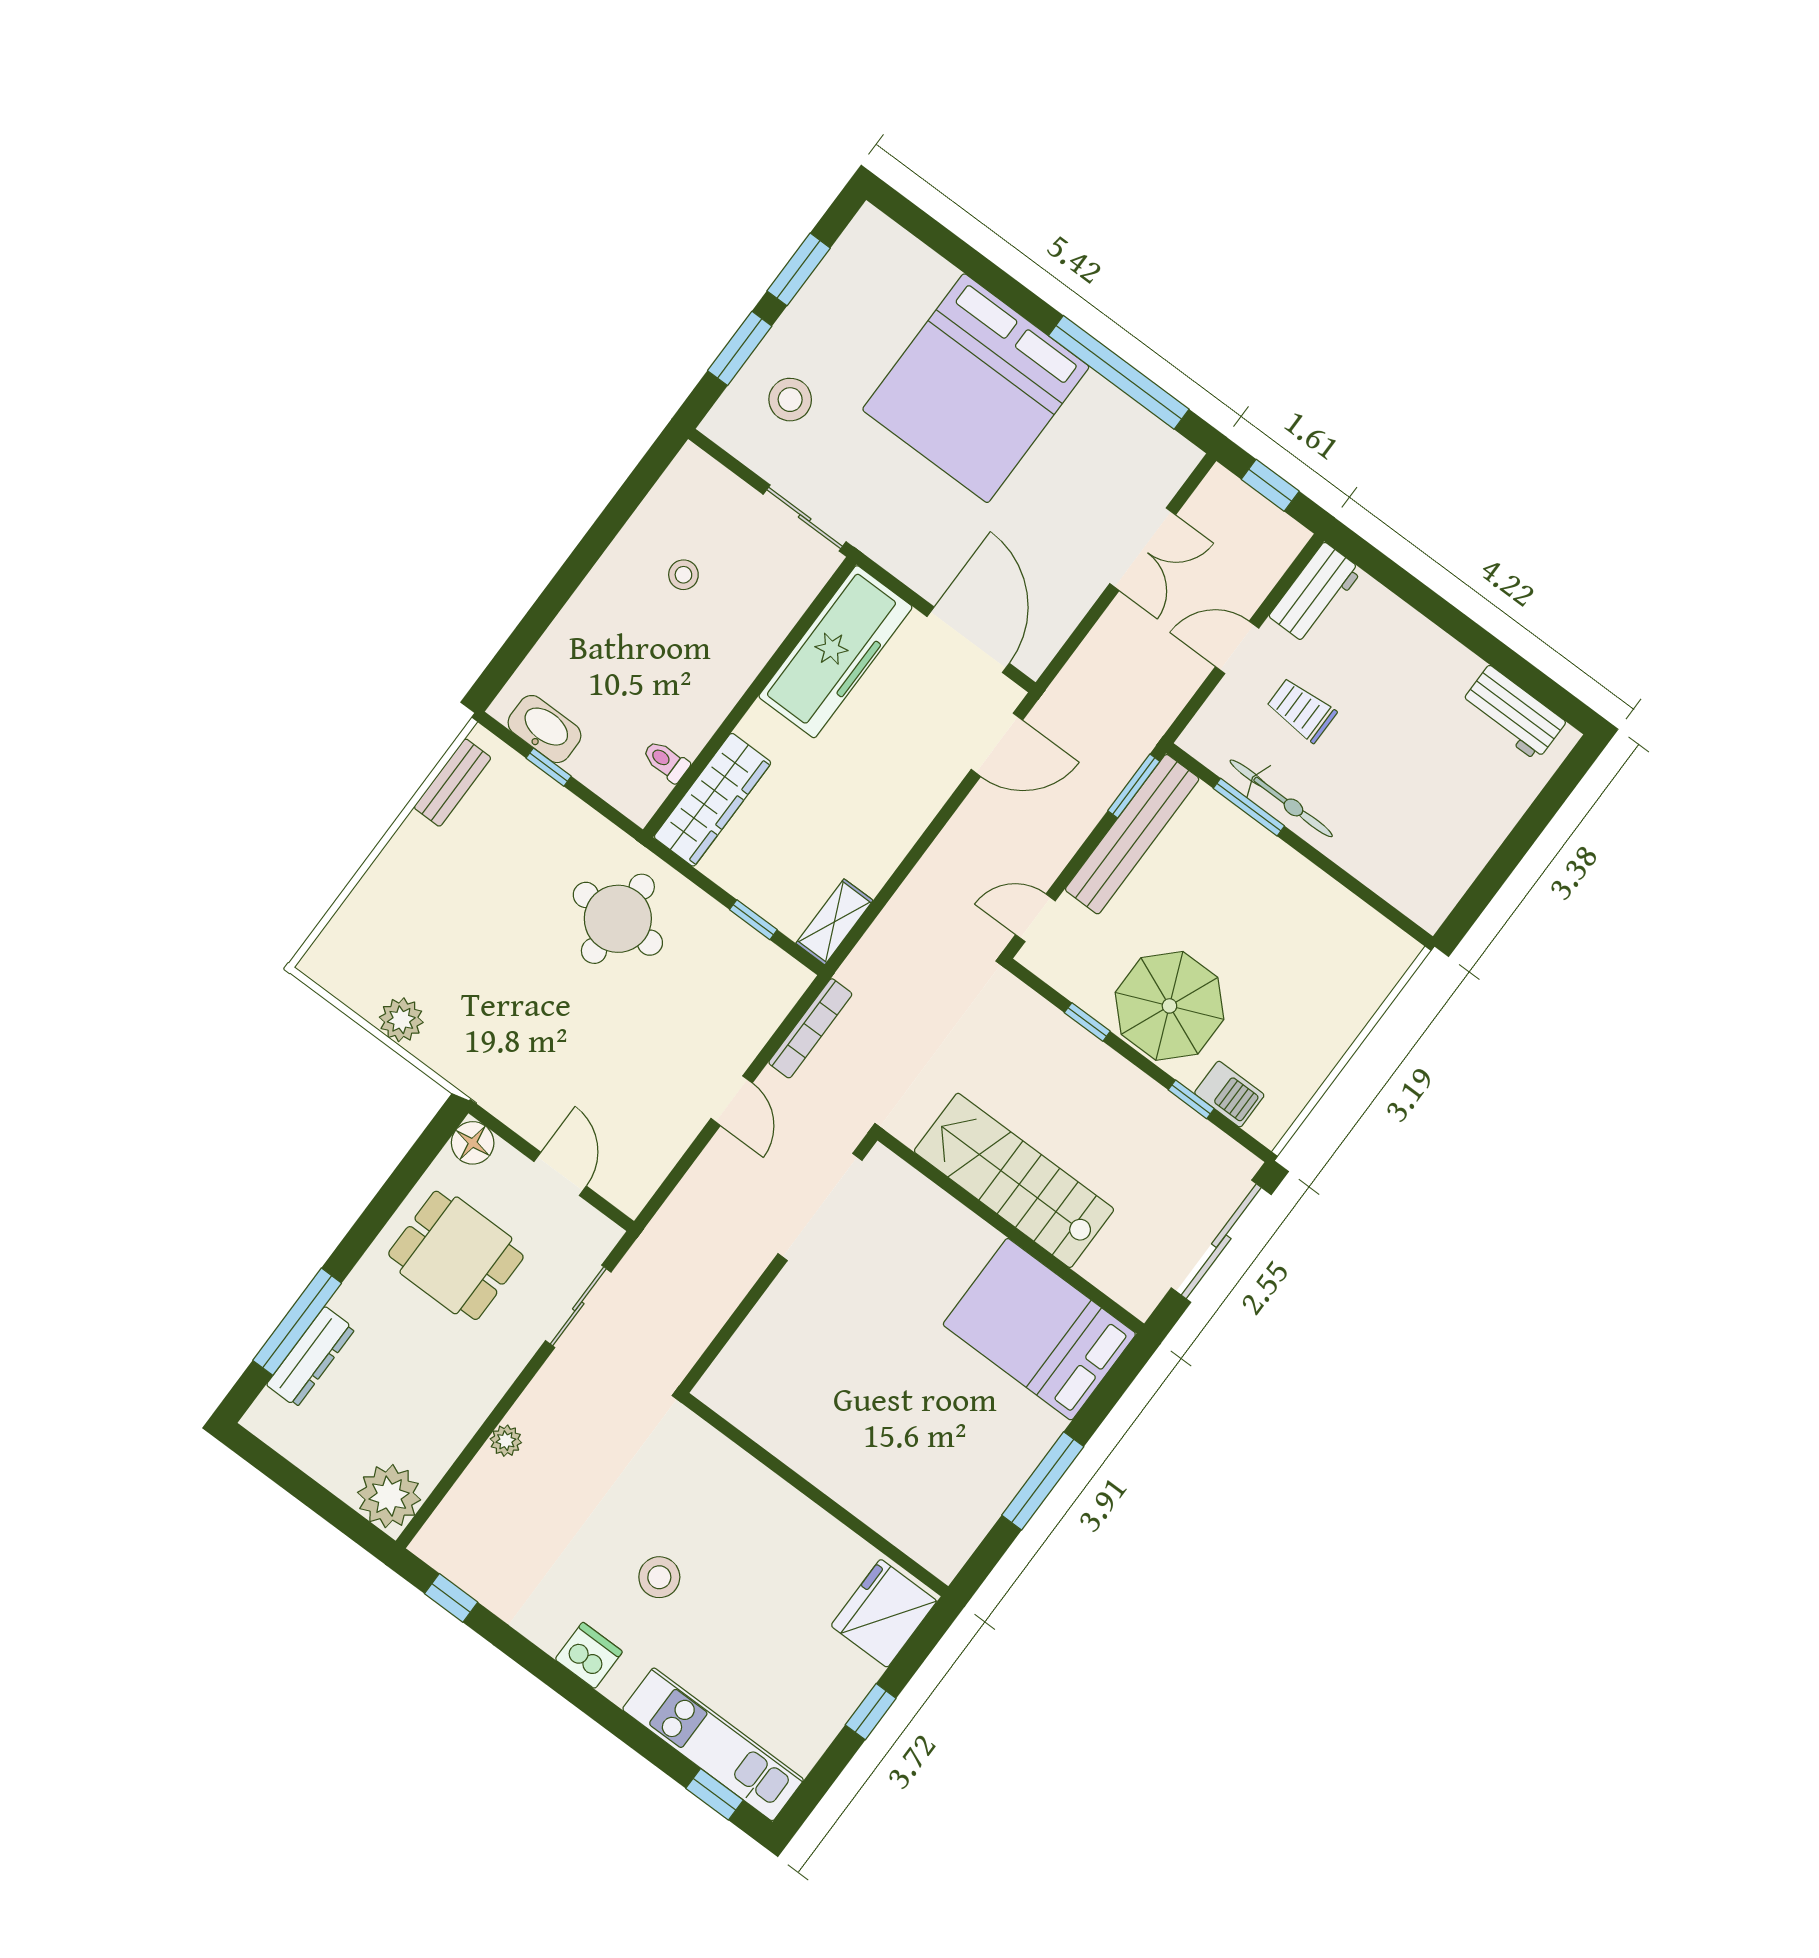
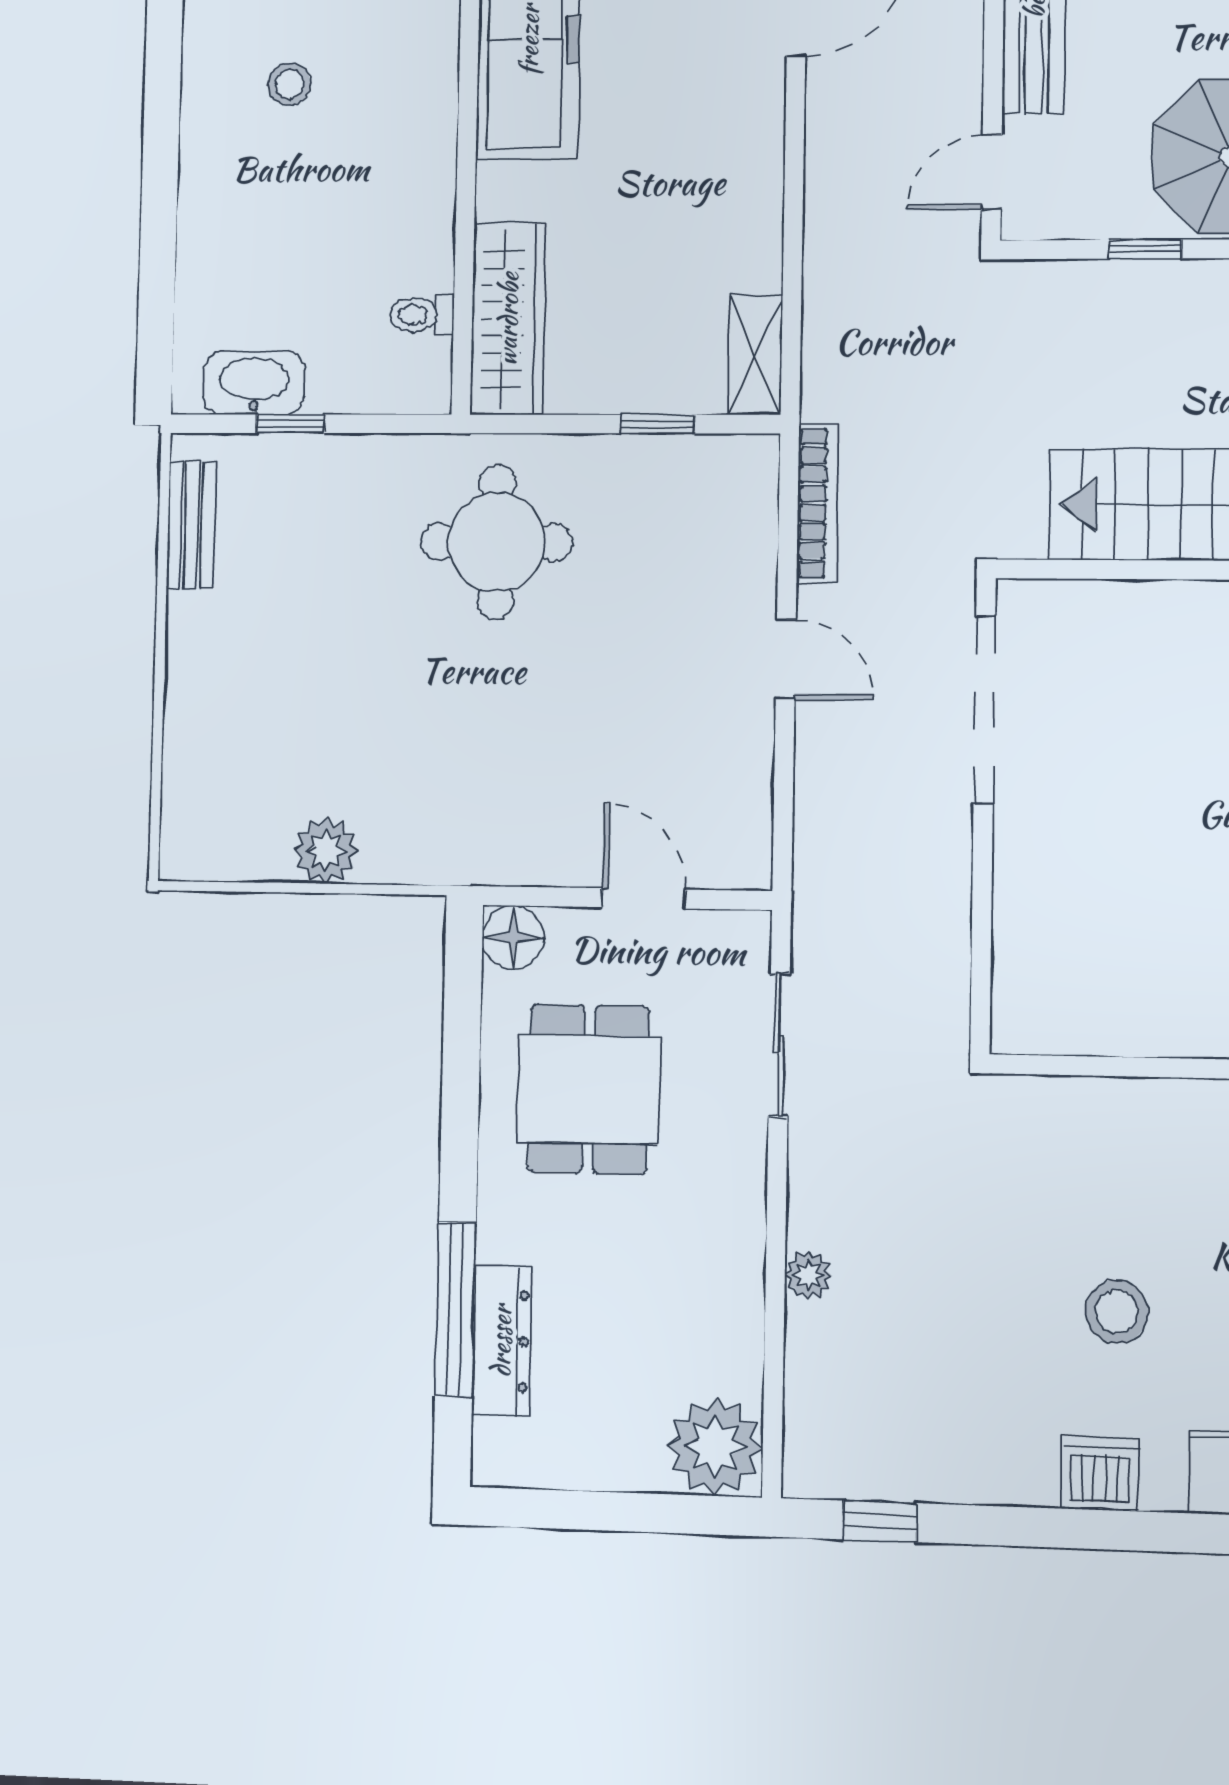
dining table: (456, 1255) -> (589, 1089), turned 90

